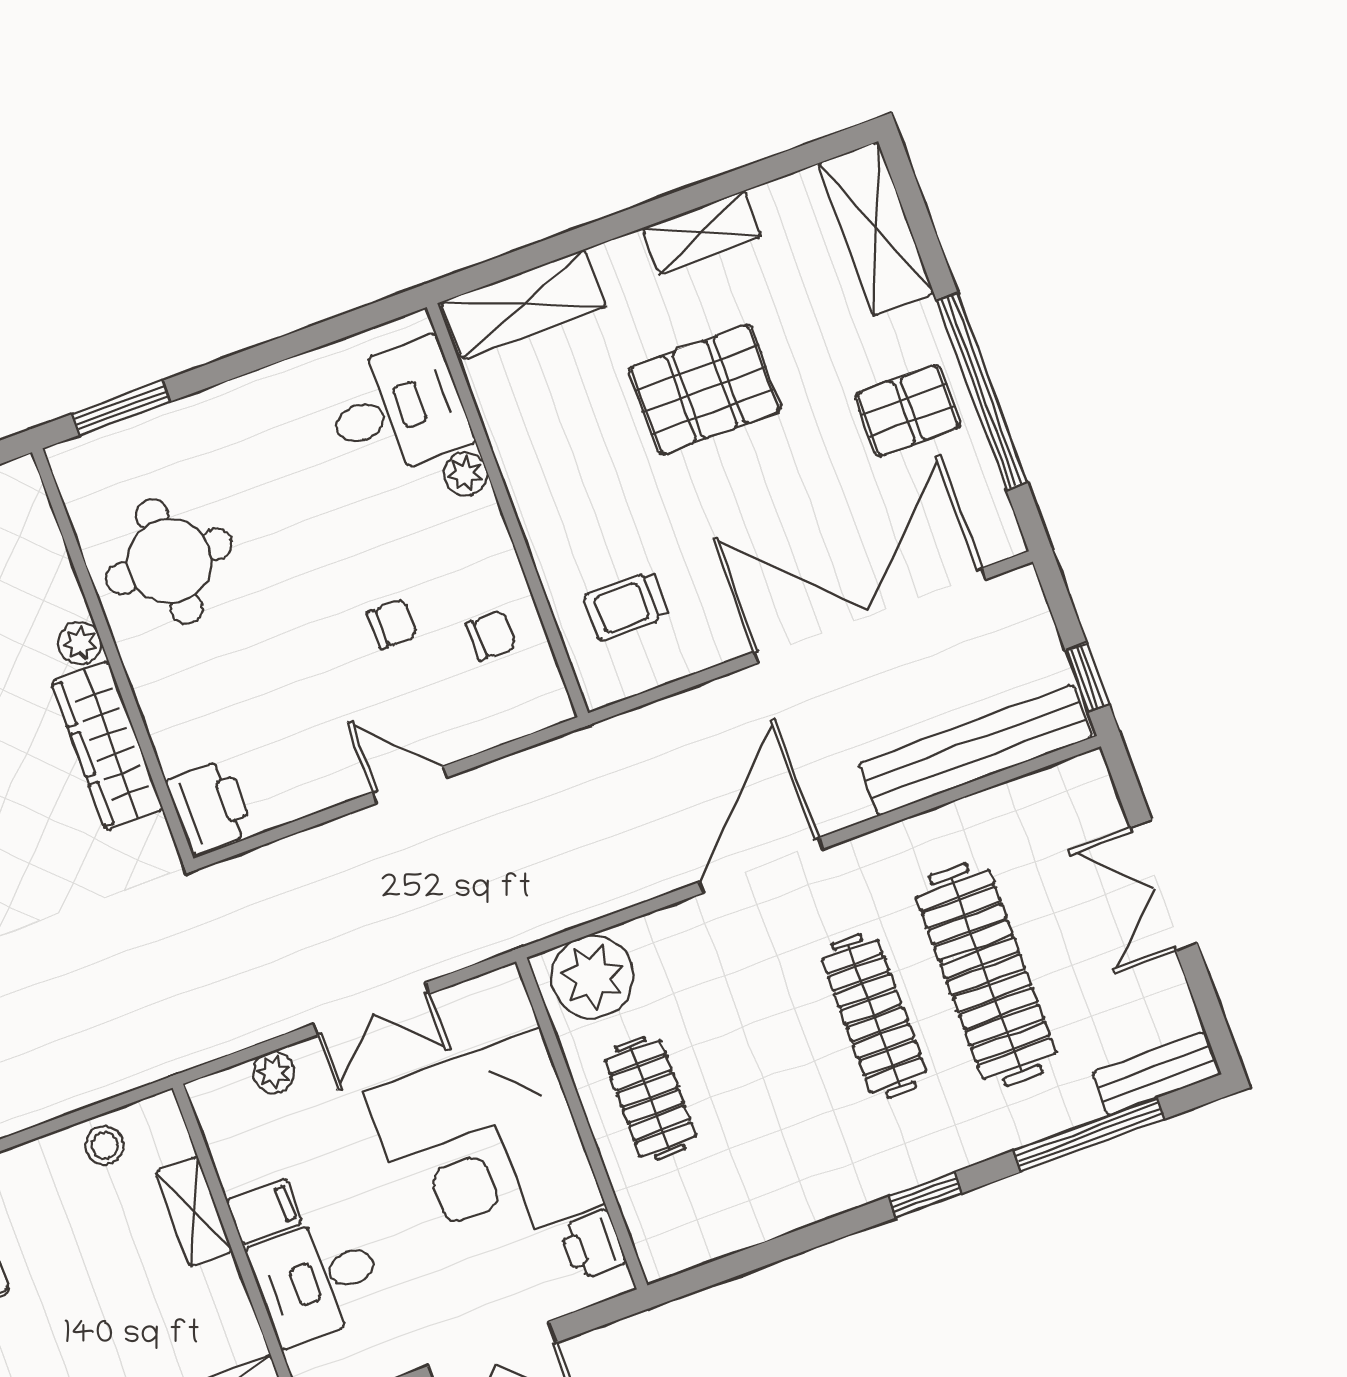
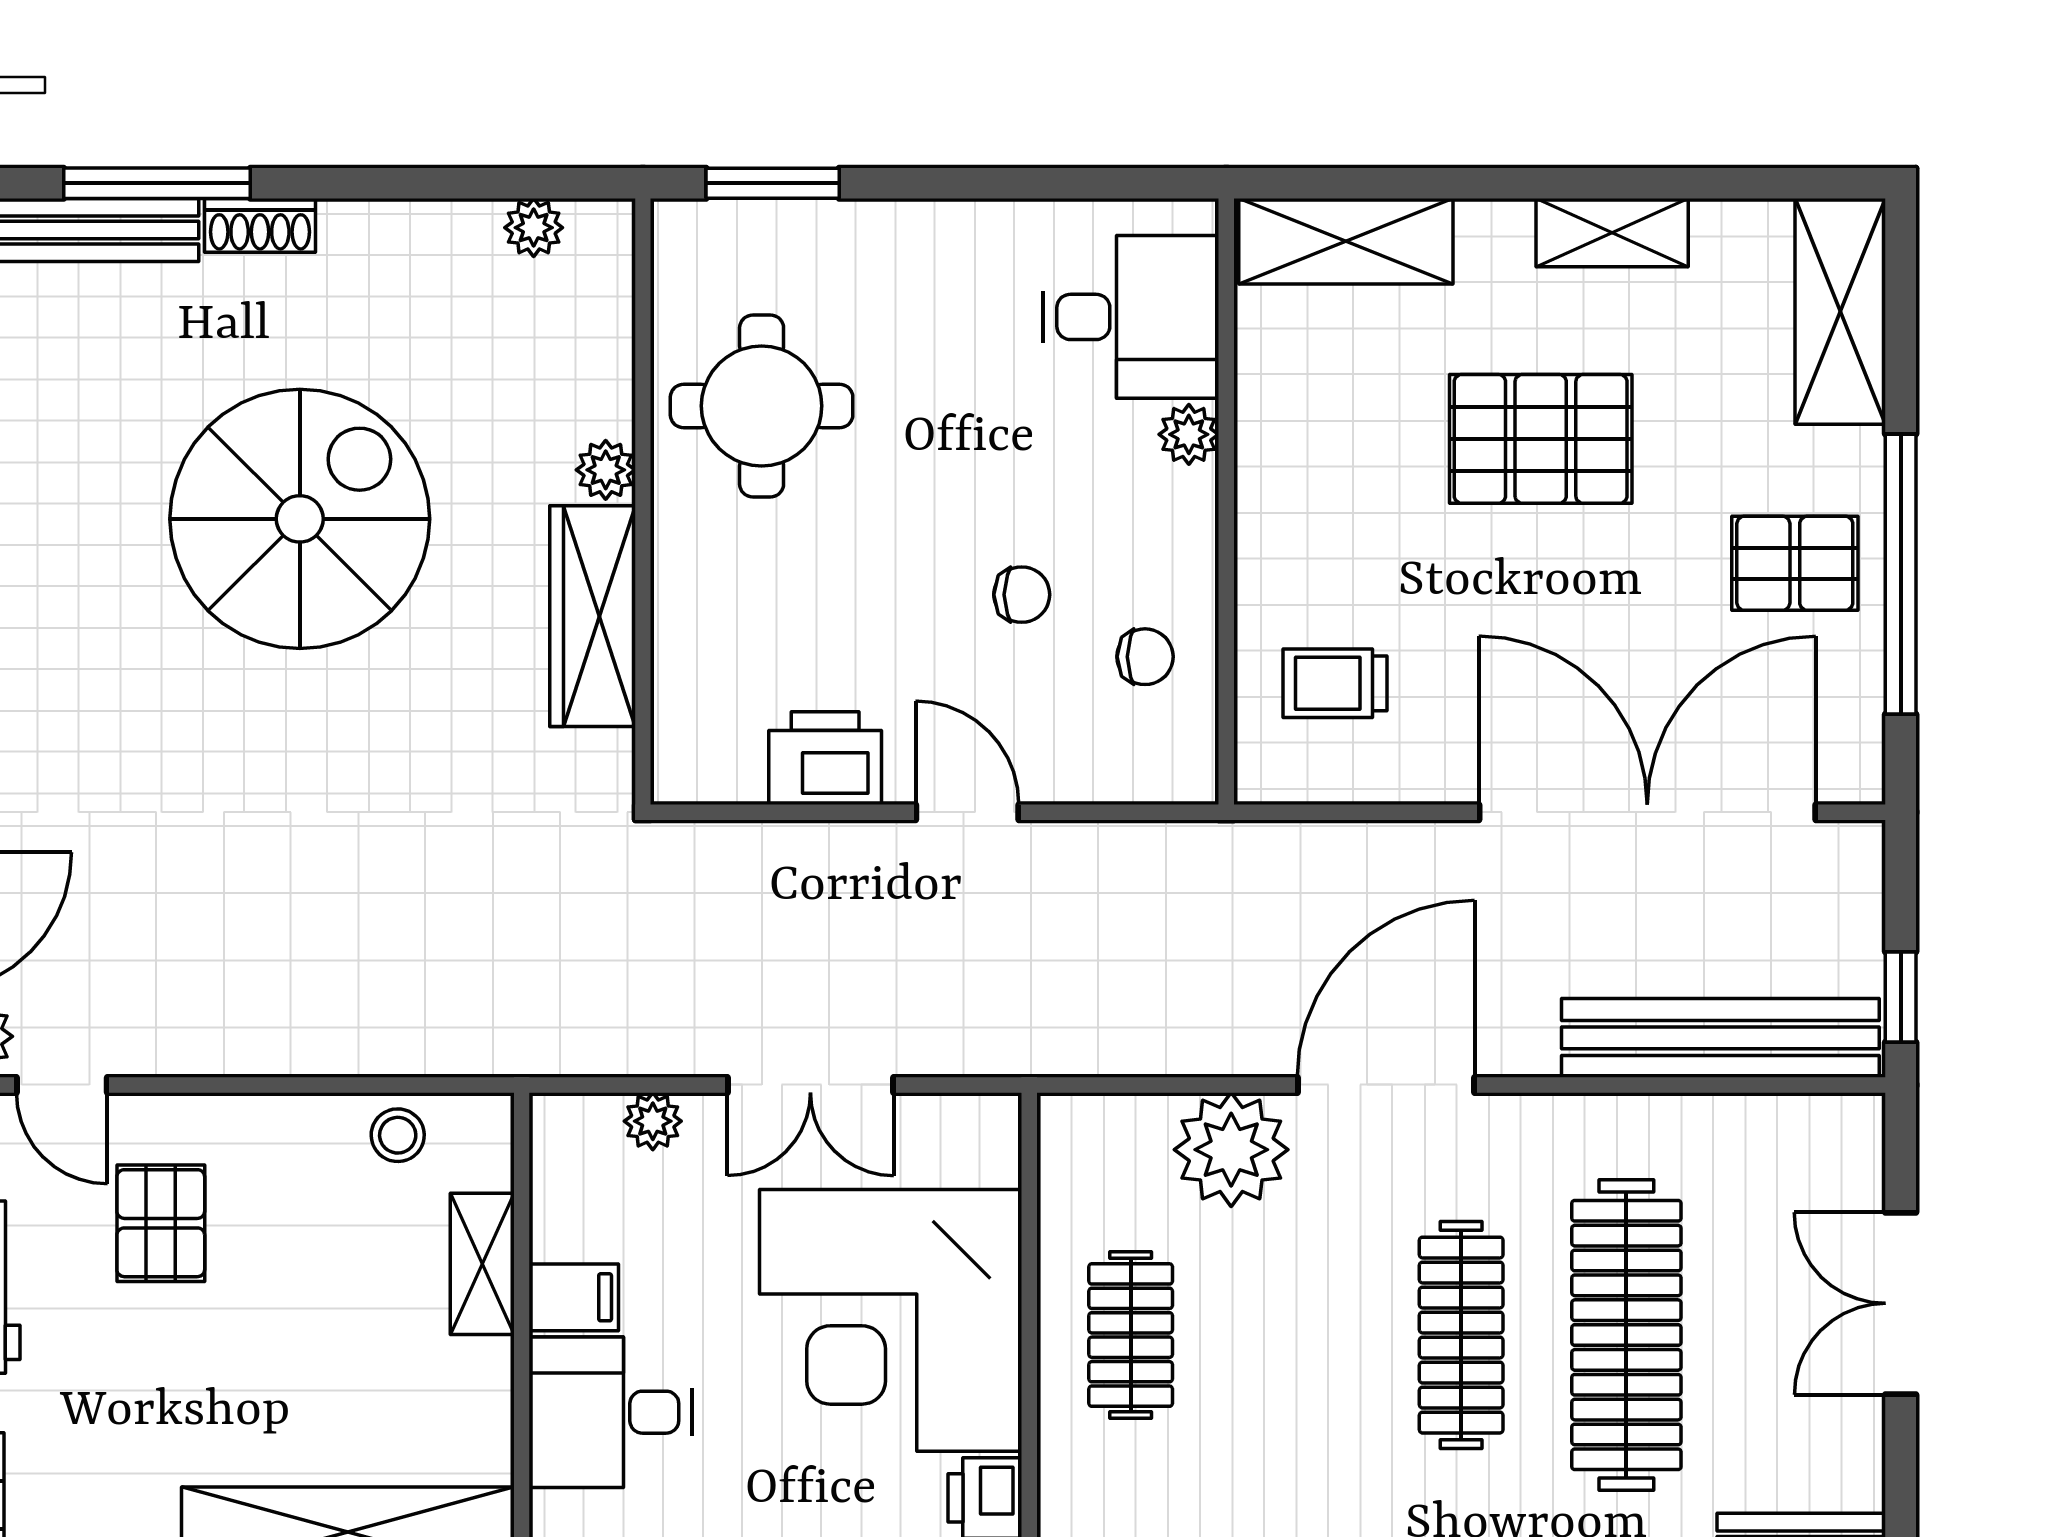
printer: (210, 807) -> (825, 758), moved, turned -90
plant: (593, 977) -> (1231, 1150), moved

